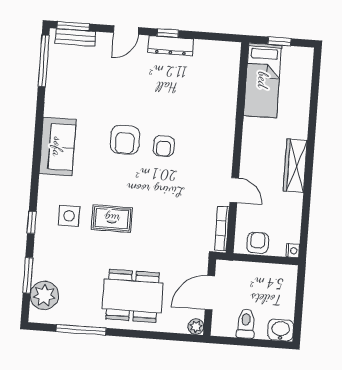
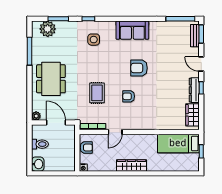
wardrobe: (214, 52) -> (193, 115), added
armchair: (164, 146) -> (129, 96), moved
rug: (112, 219) -> (97, 93), moved

